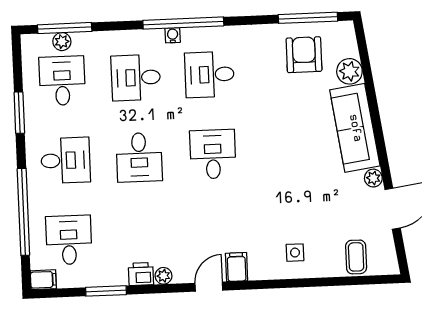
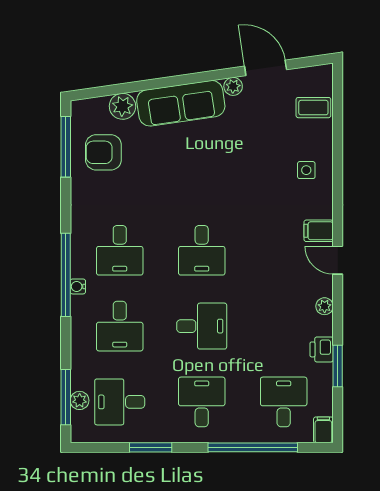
desk: (213, 154) -> (202, 250), turned -90
desk: (69, 240) -> (284, 402), turned 90
printer: (141, 274) -> (322, 349), moved

